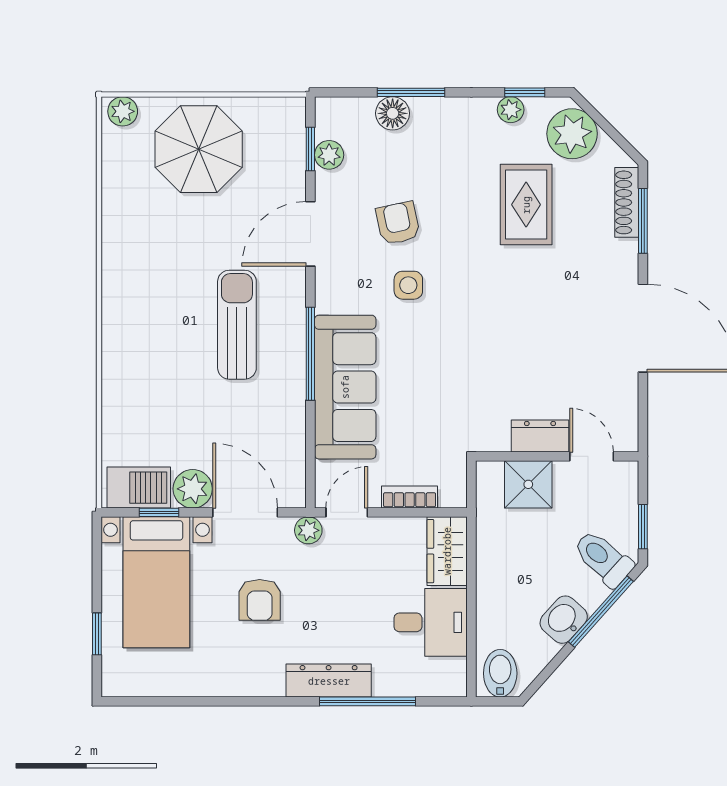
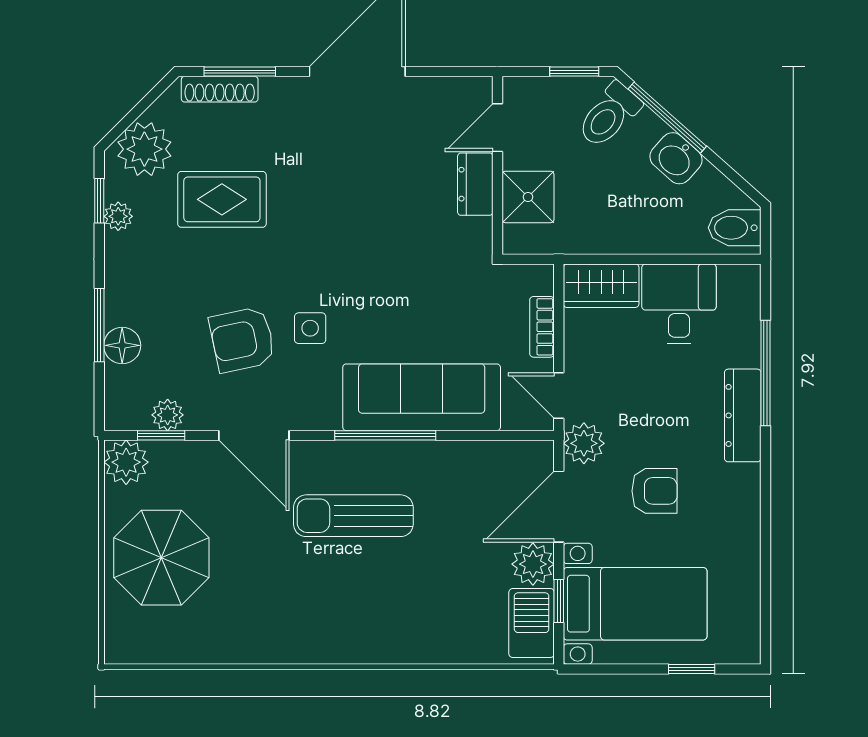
plant: (123, 111) -> (126, 462), moved, width x1.38, depth x1.38
armchair: (398, 223) -> (242, 340), width x1.38, depth x1.38
plant: (308, 530) -> (584, 443), width x1.38, depth x1.38

